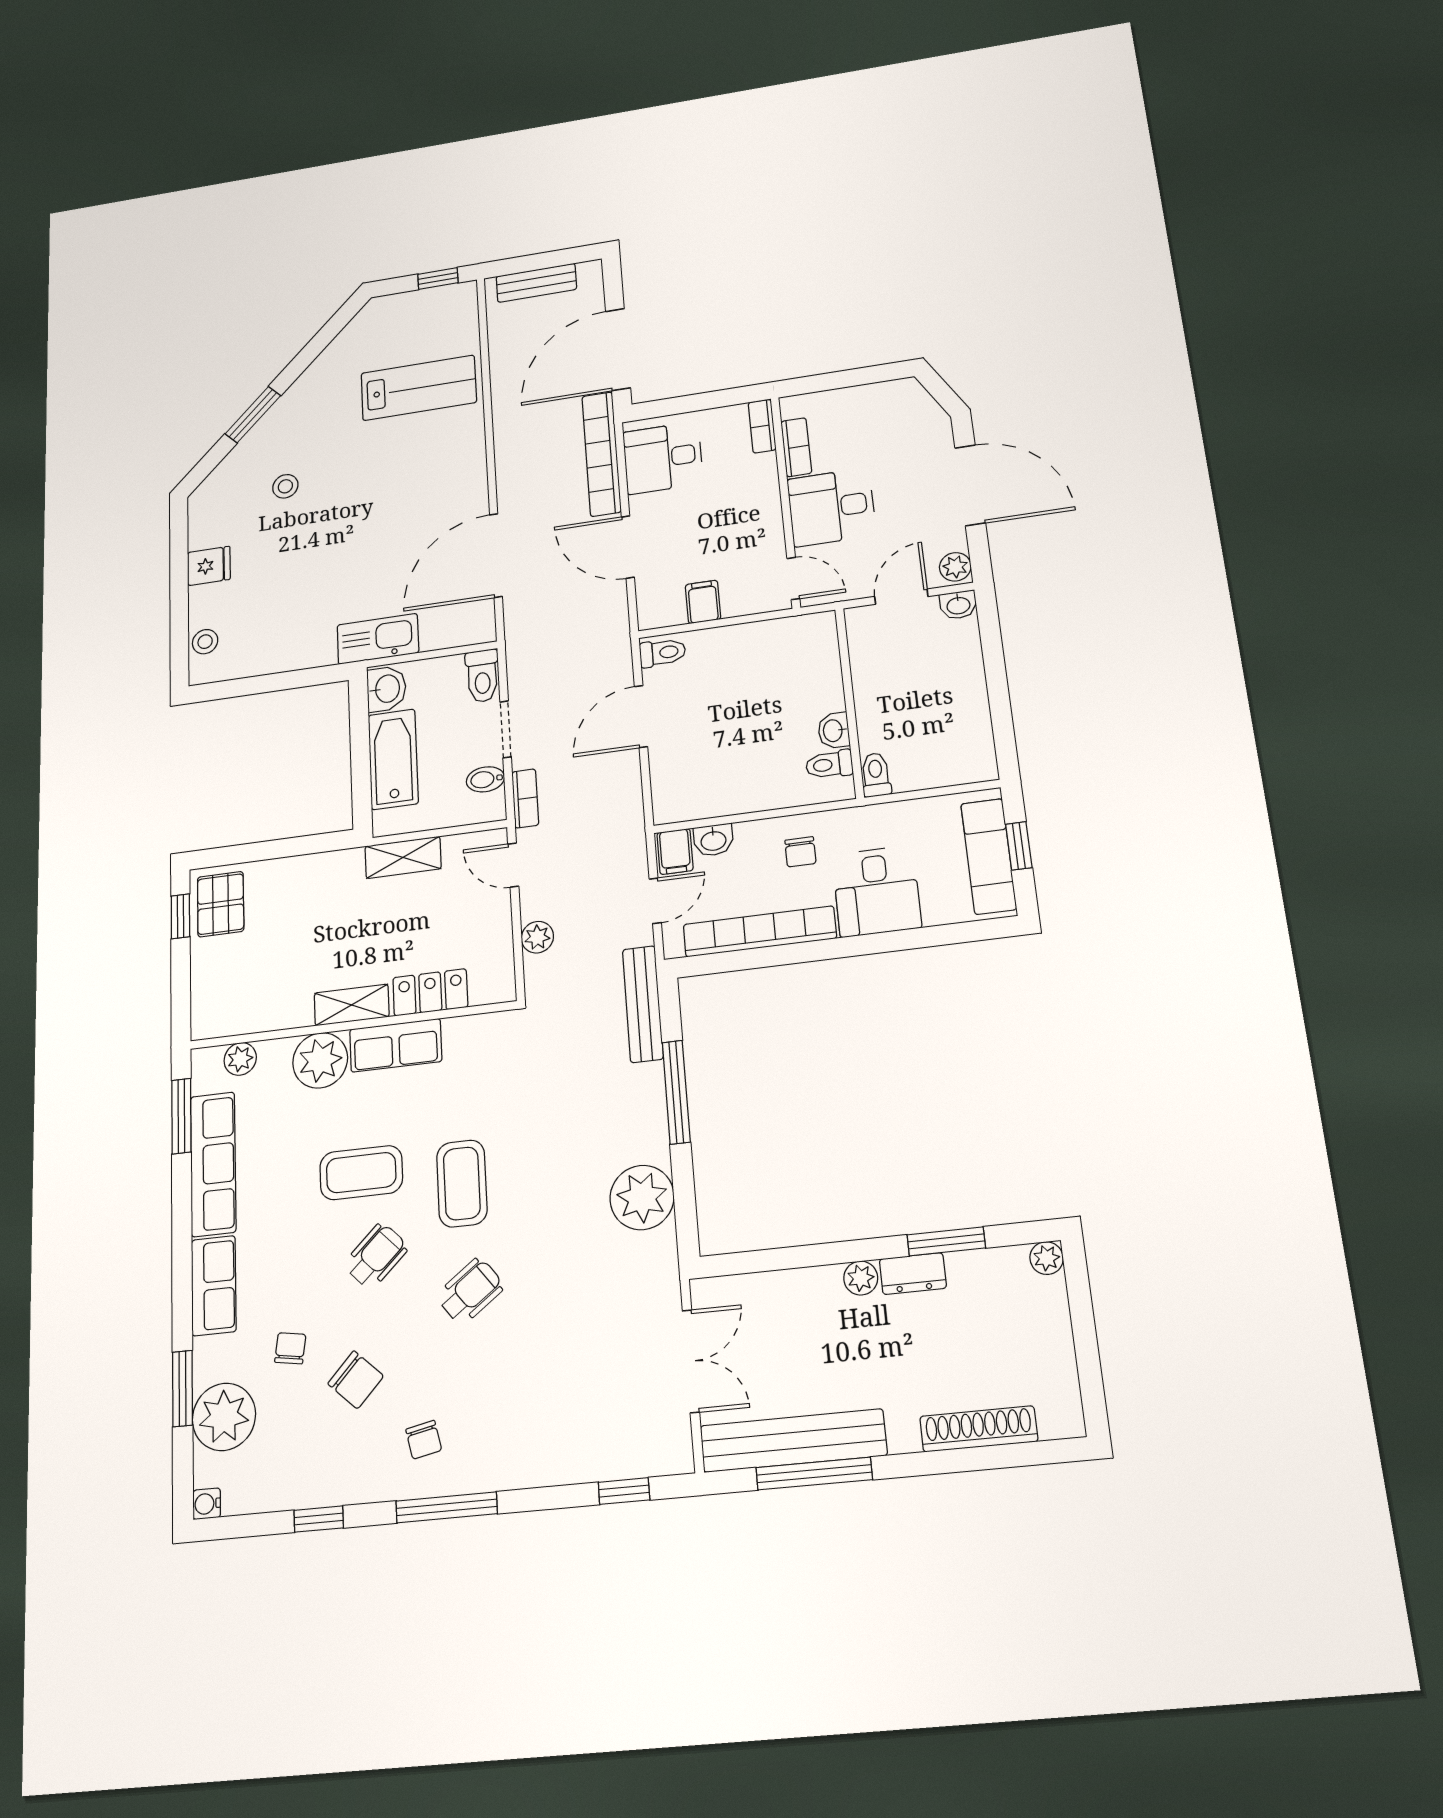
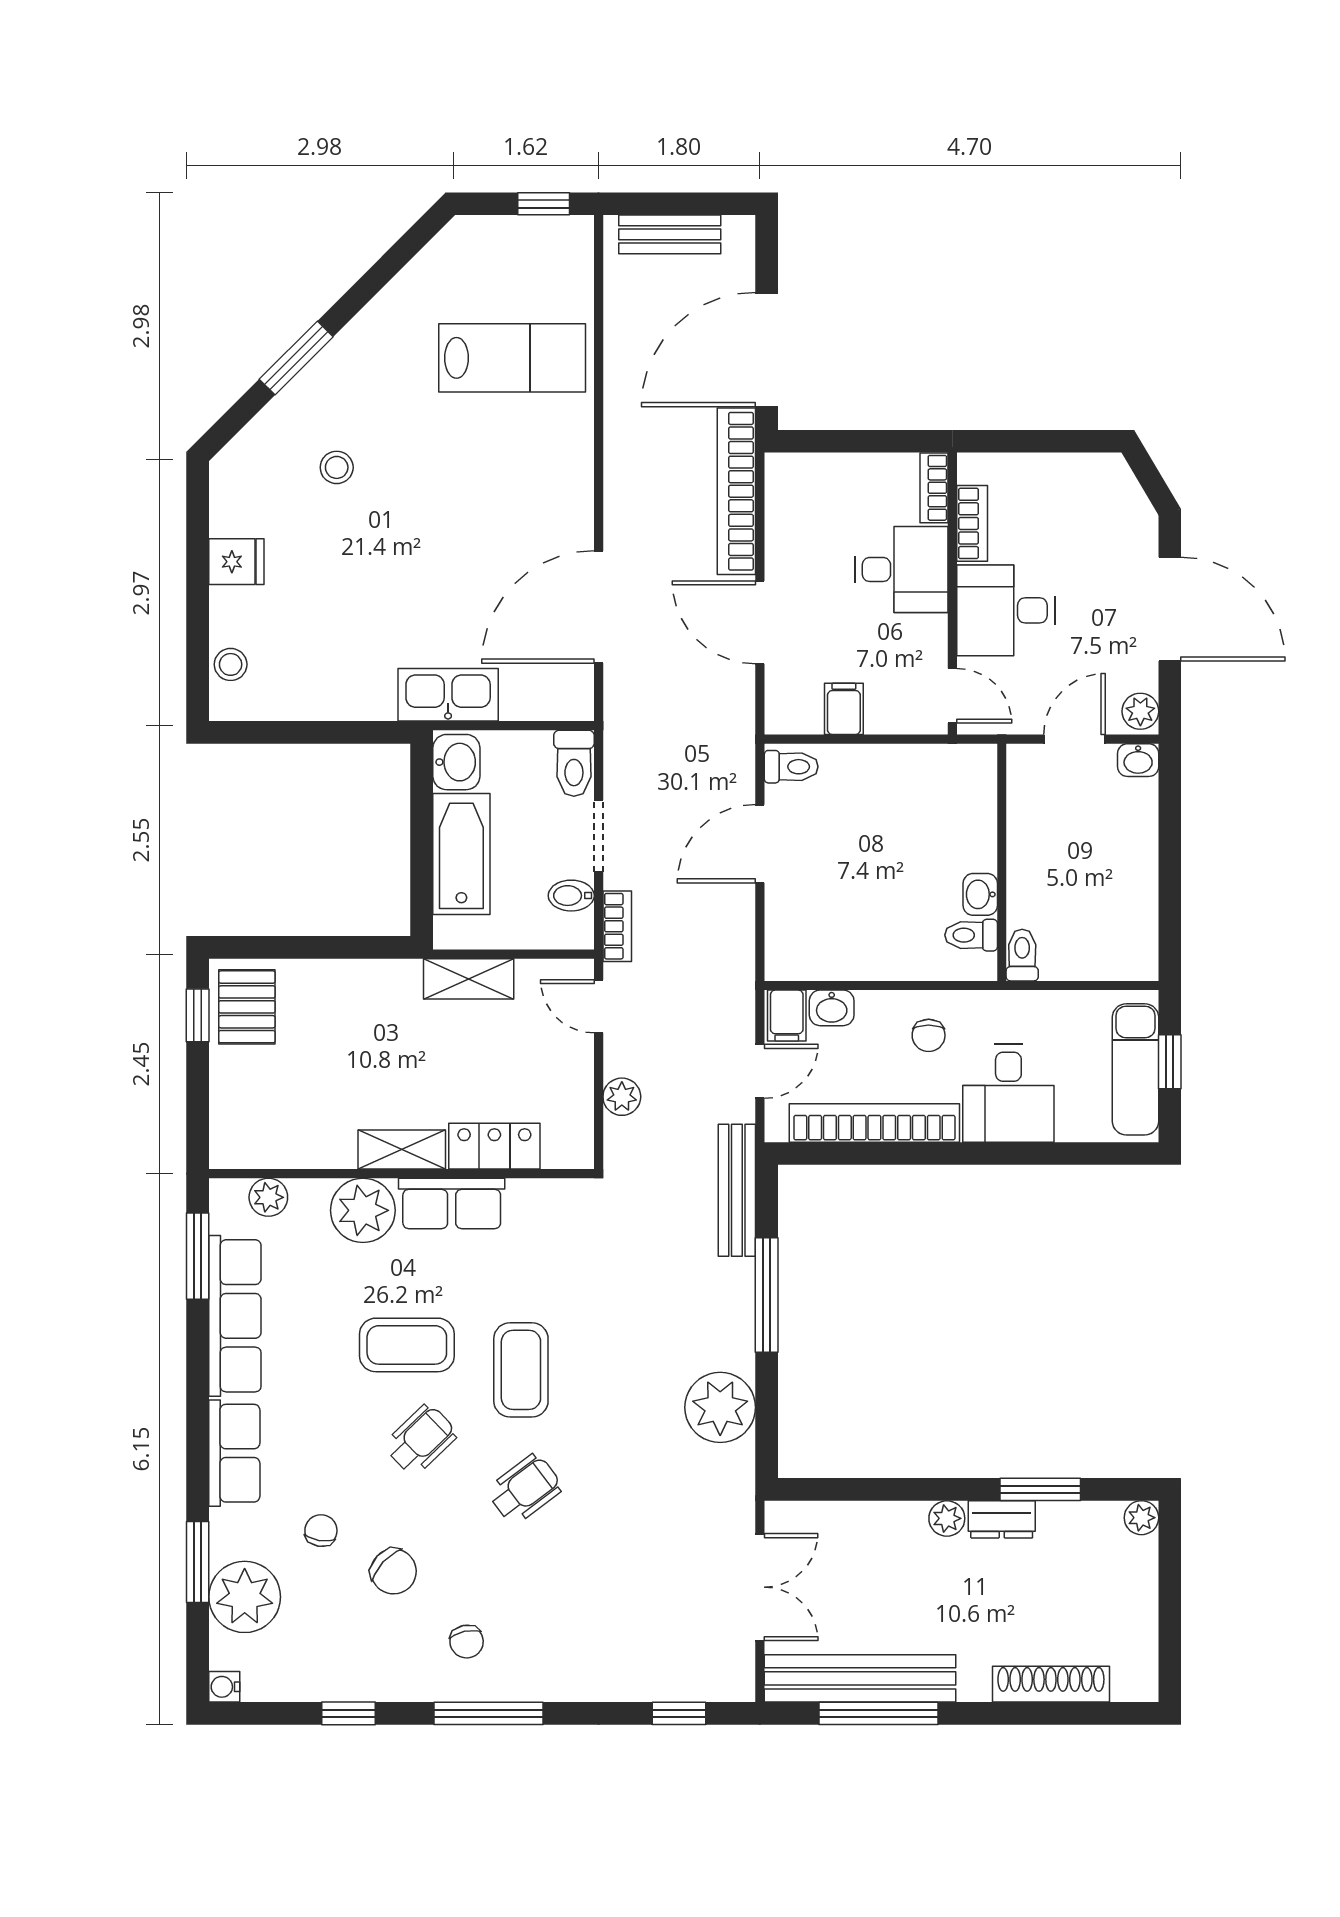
desk: (663, 458) -> (901, 569), moved, turned 180

